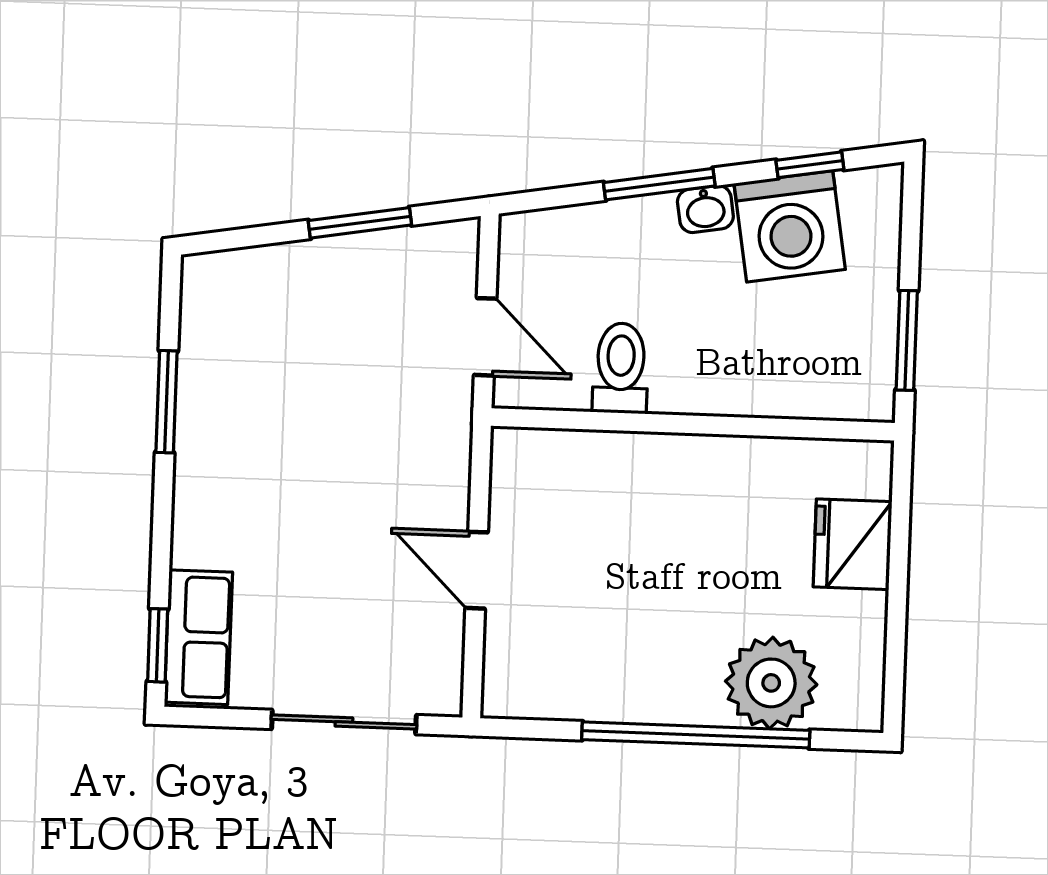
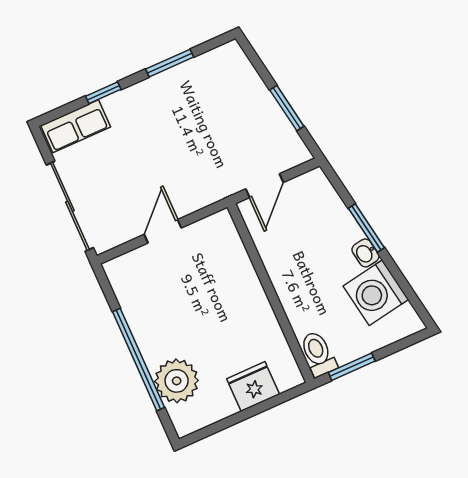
window: (810, 165) -> (406, 288), removed
toilet: (621, 368) -> (318, 354), moved, turned -90
window: (158, 645) -> (103, 93), moved
sliding door: (344, 722) -> (70, 206), width x1.37

